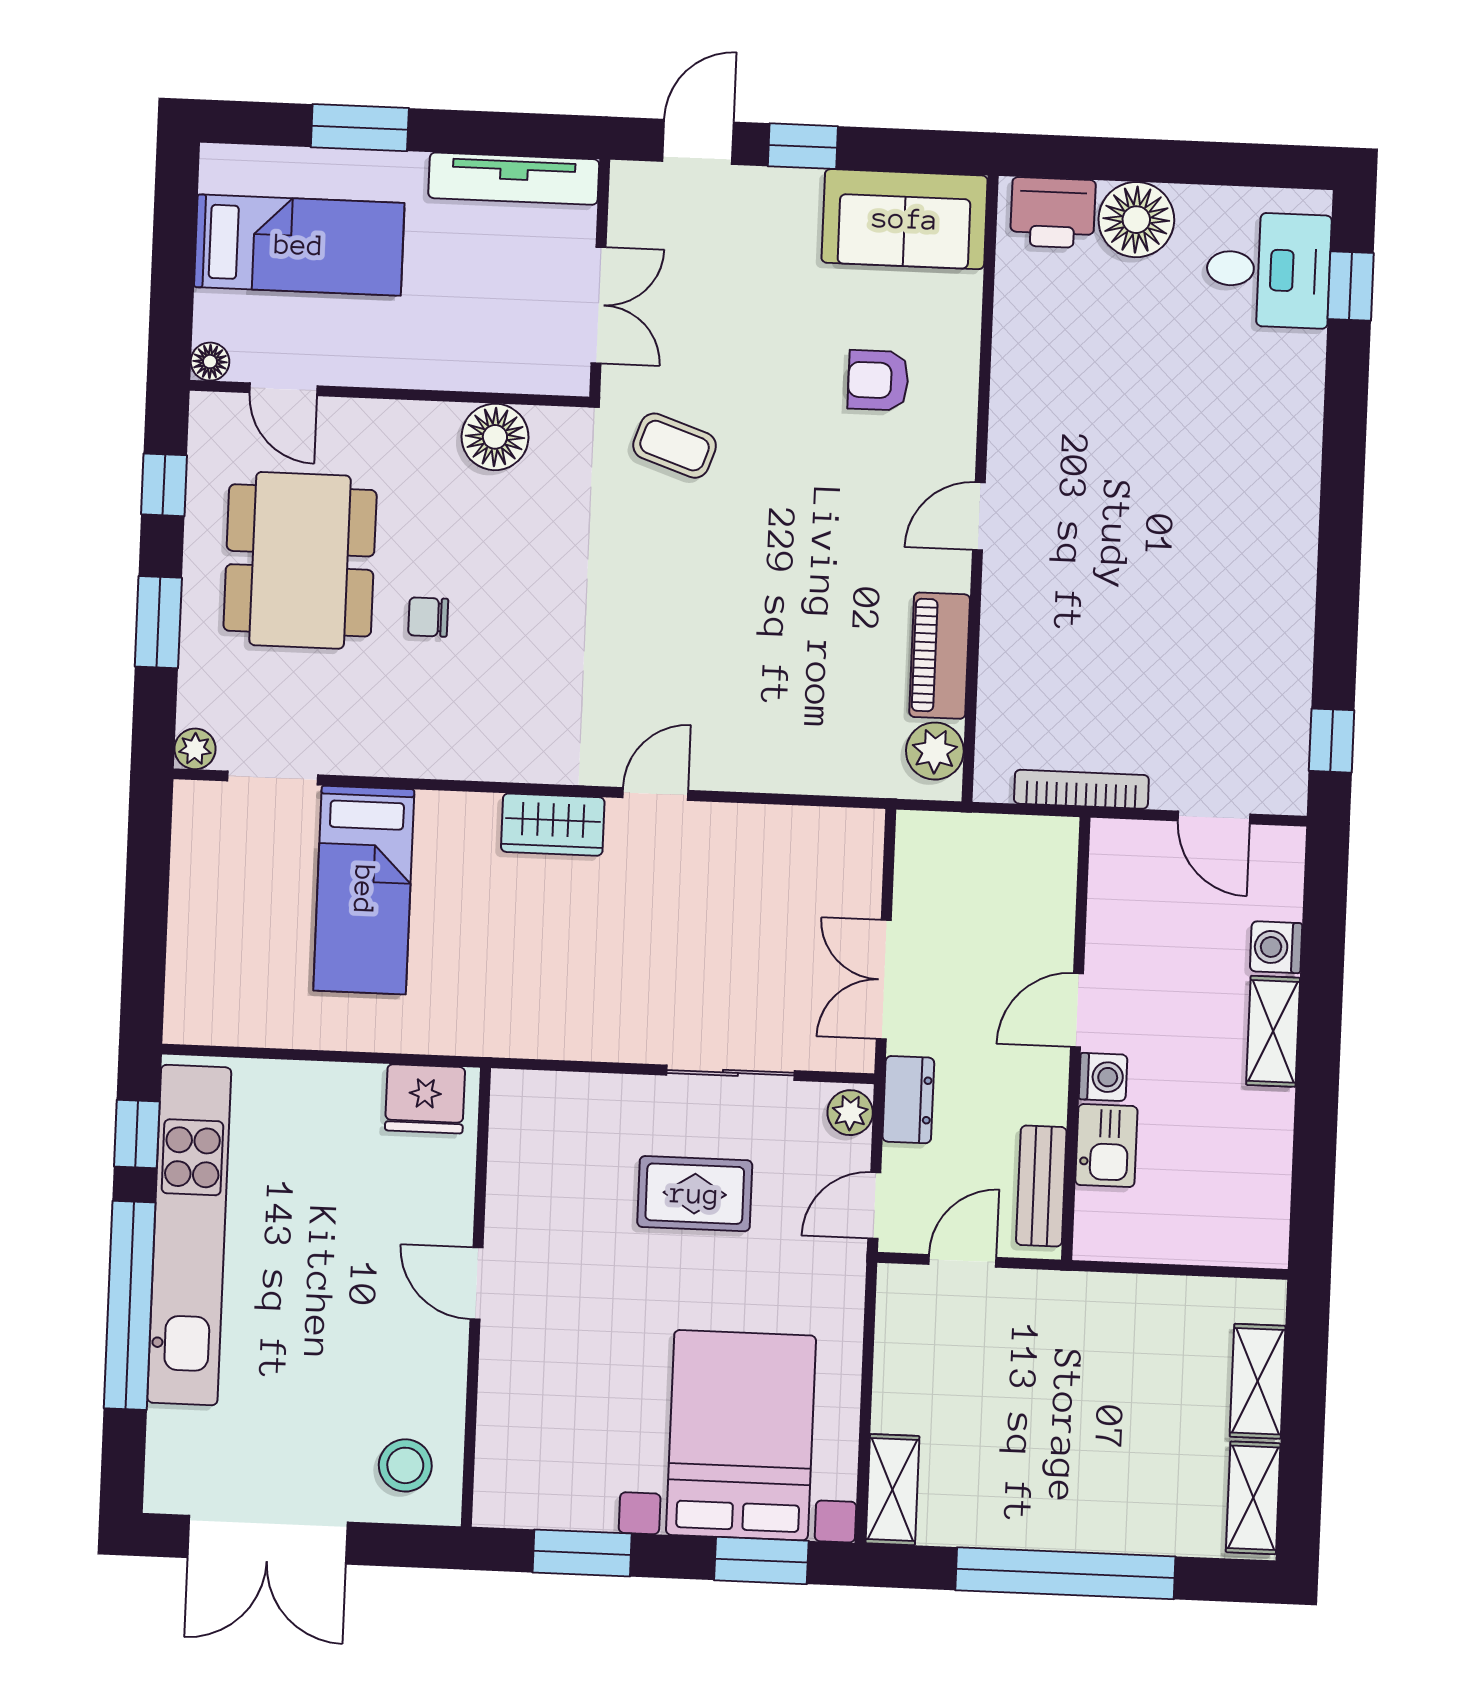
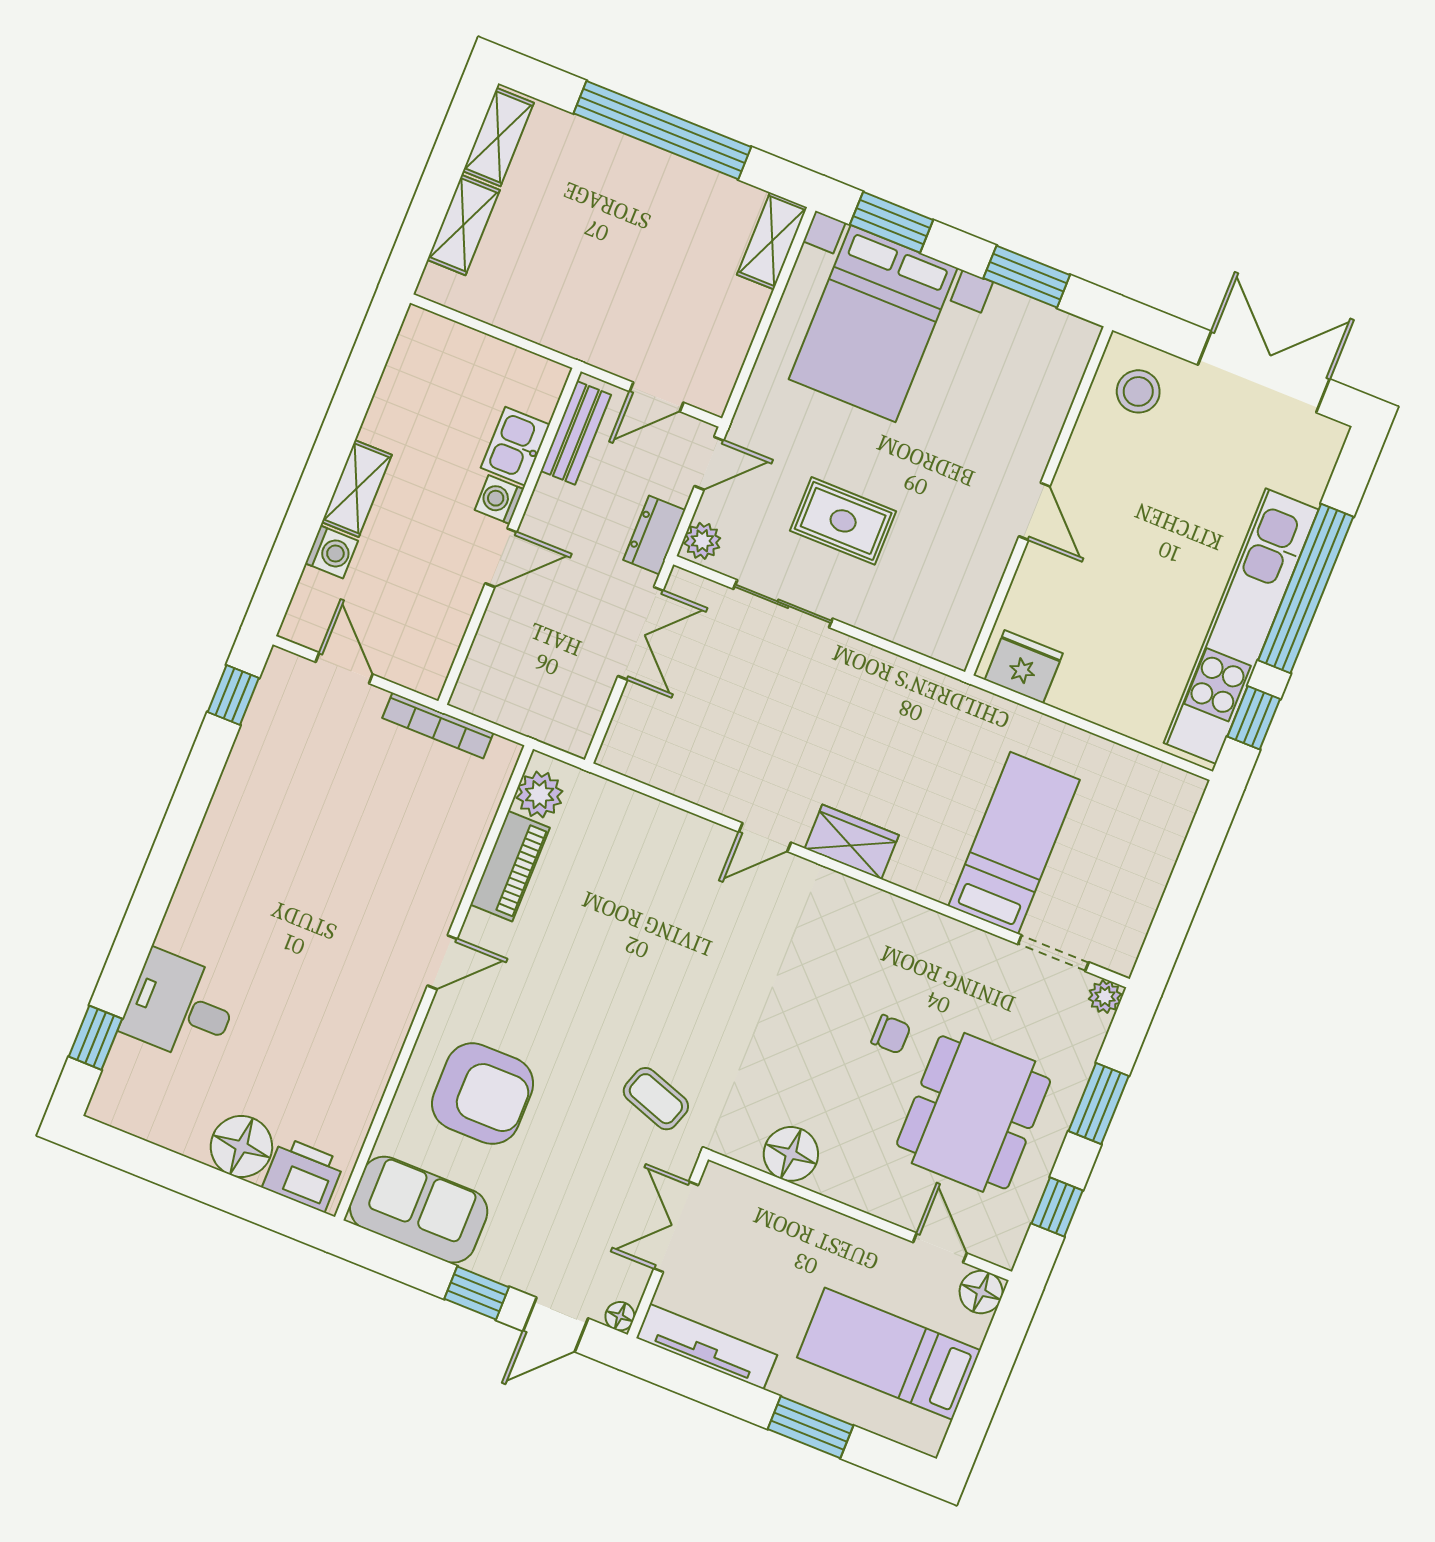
floor lamp: (627, 178) -> (620, 1316), added
desk: (1268, 270) -> (180, 1007), moved
floor lamp: (210, 362) -> (981, 1292), width x1.37, depth x1.37
armchair: (878, 380) -> (483, 1094), width x1.88, depth x1.88

